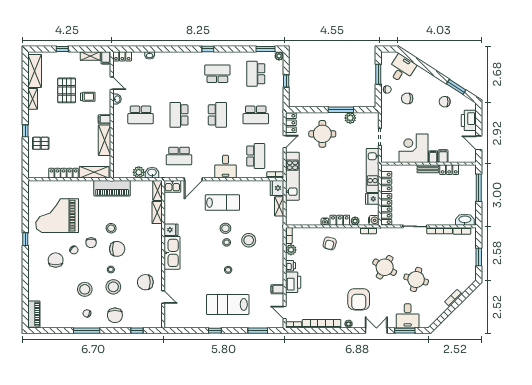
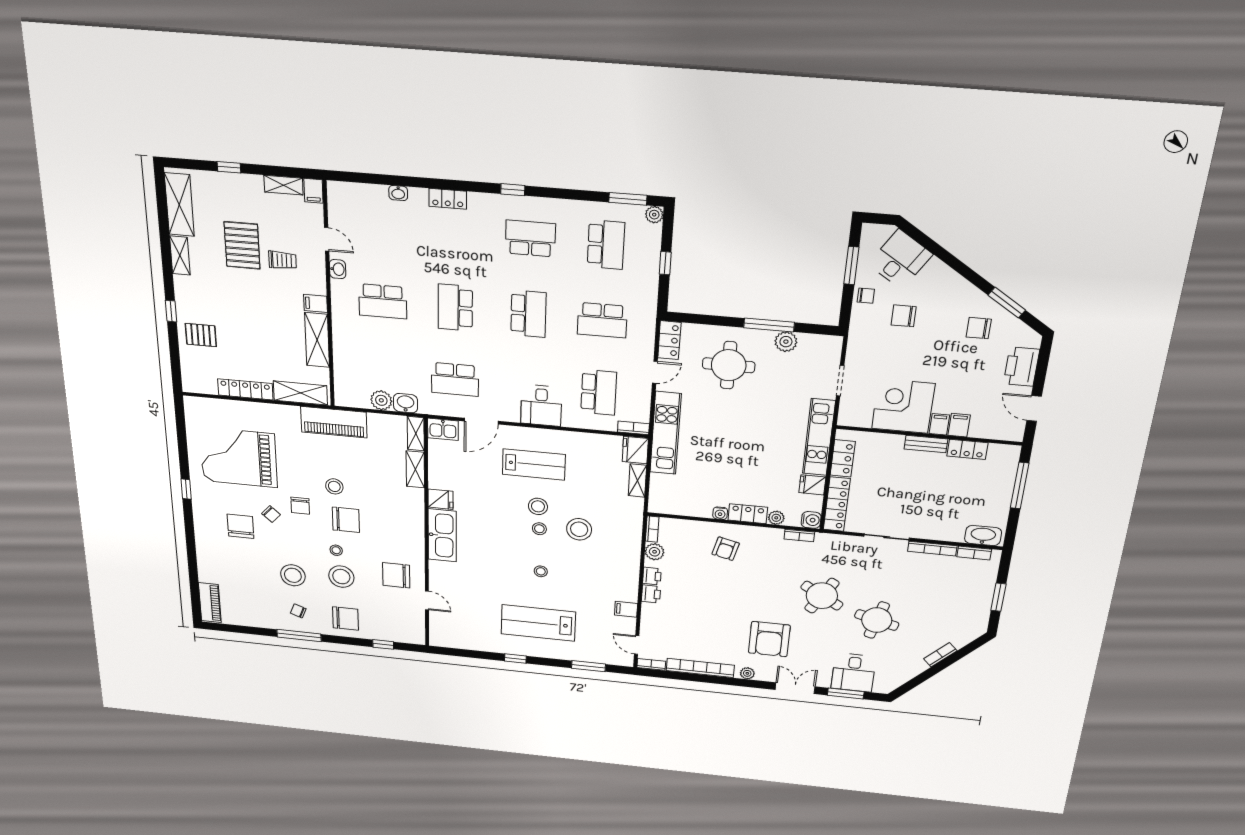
locker: (122, 56) -> (448, 199), moved
school desk: (256, 74) -> (606, 245), turned 180
printer: (293, 282) -> (651, 594), width x0.53, depth x0.68
chair: (115, 315) -> (346, 619), turned -90

